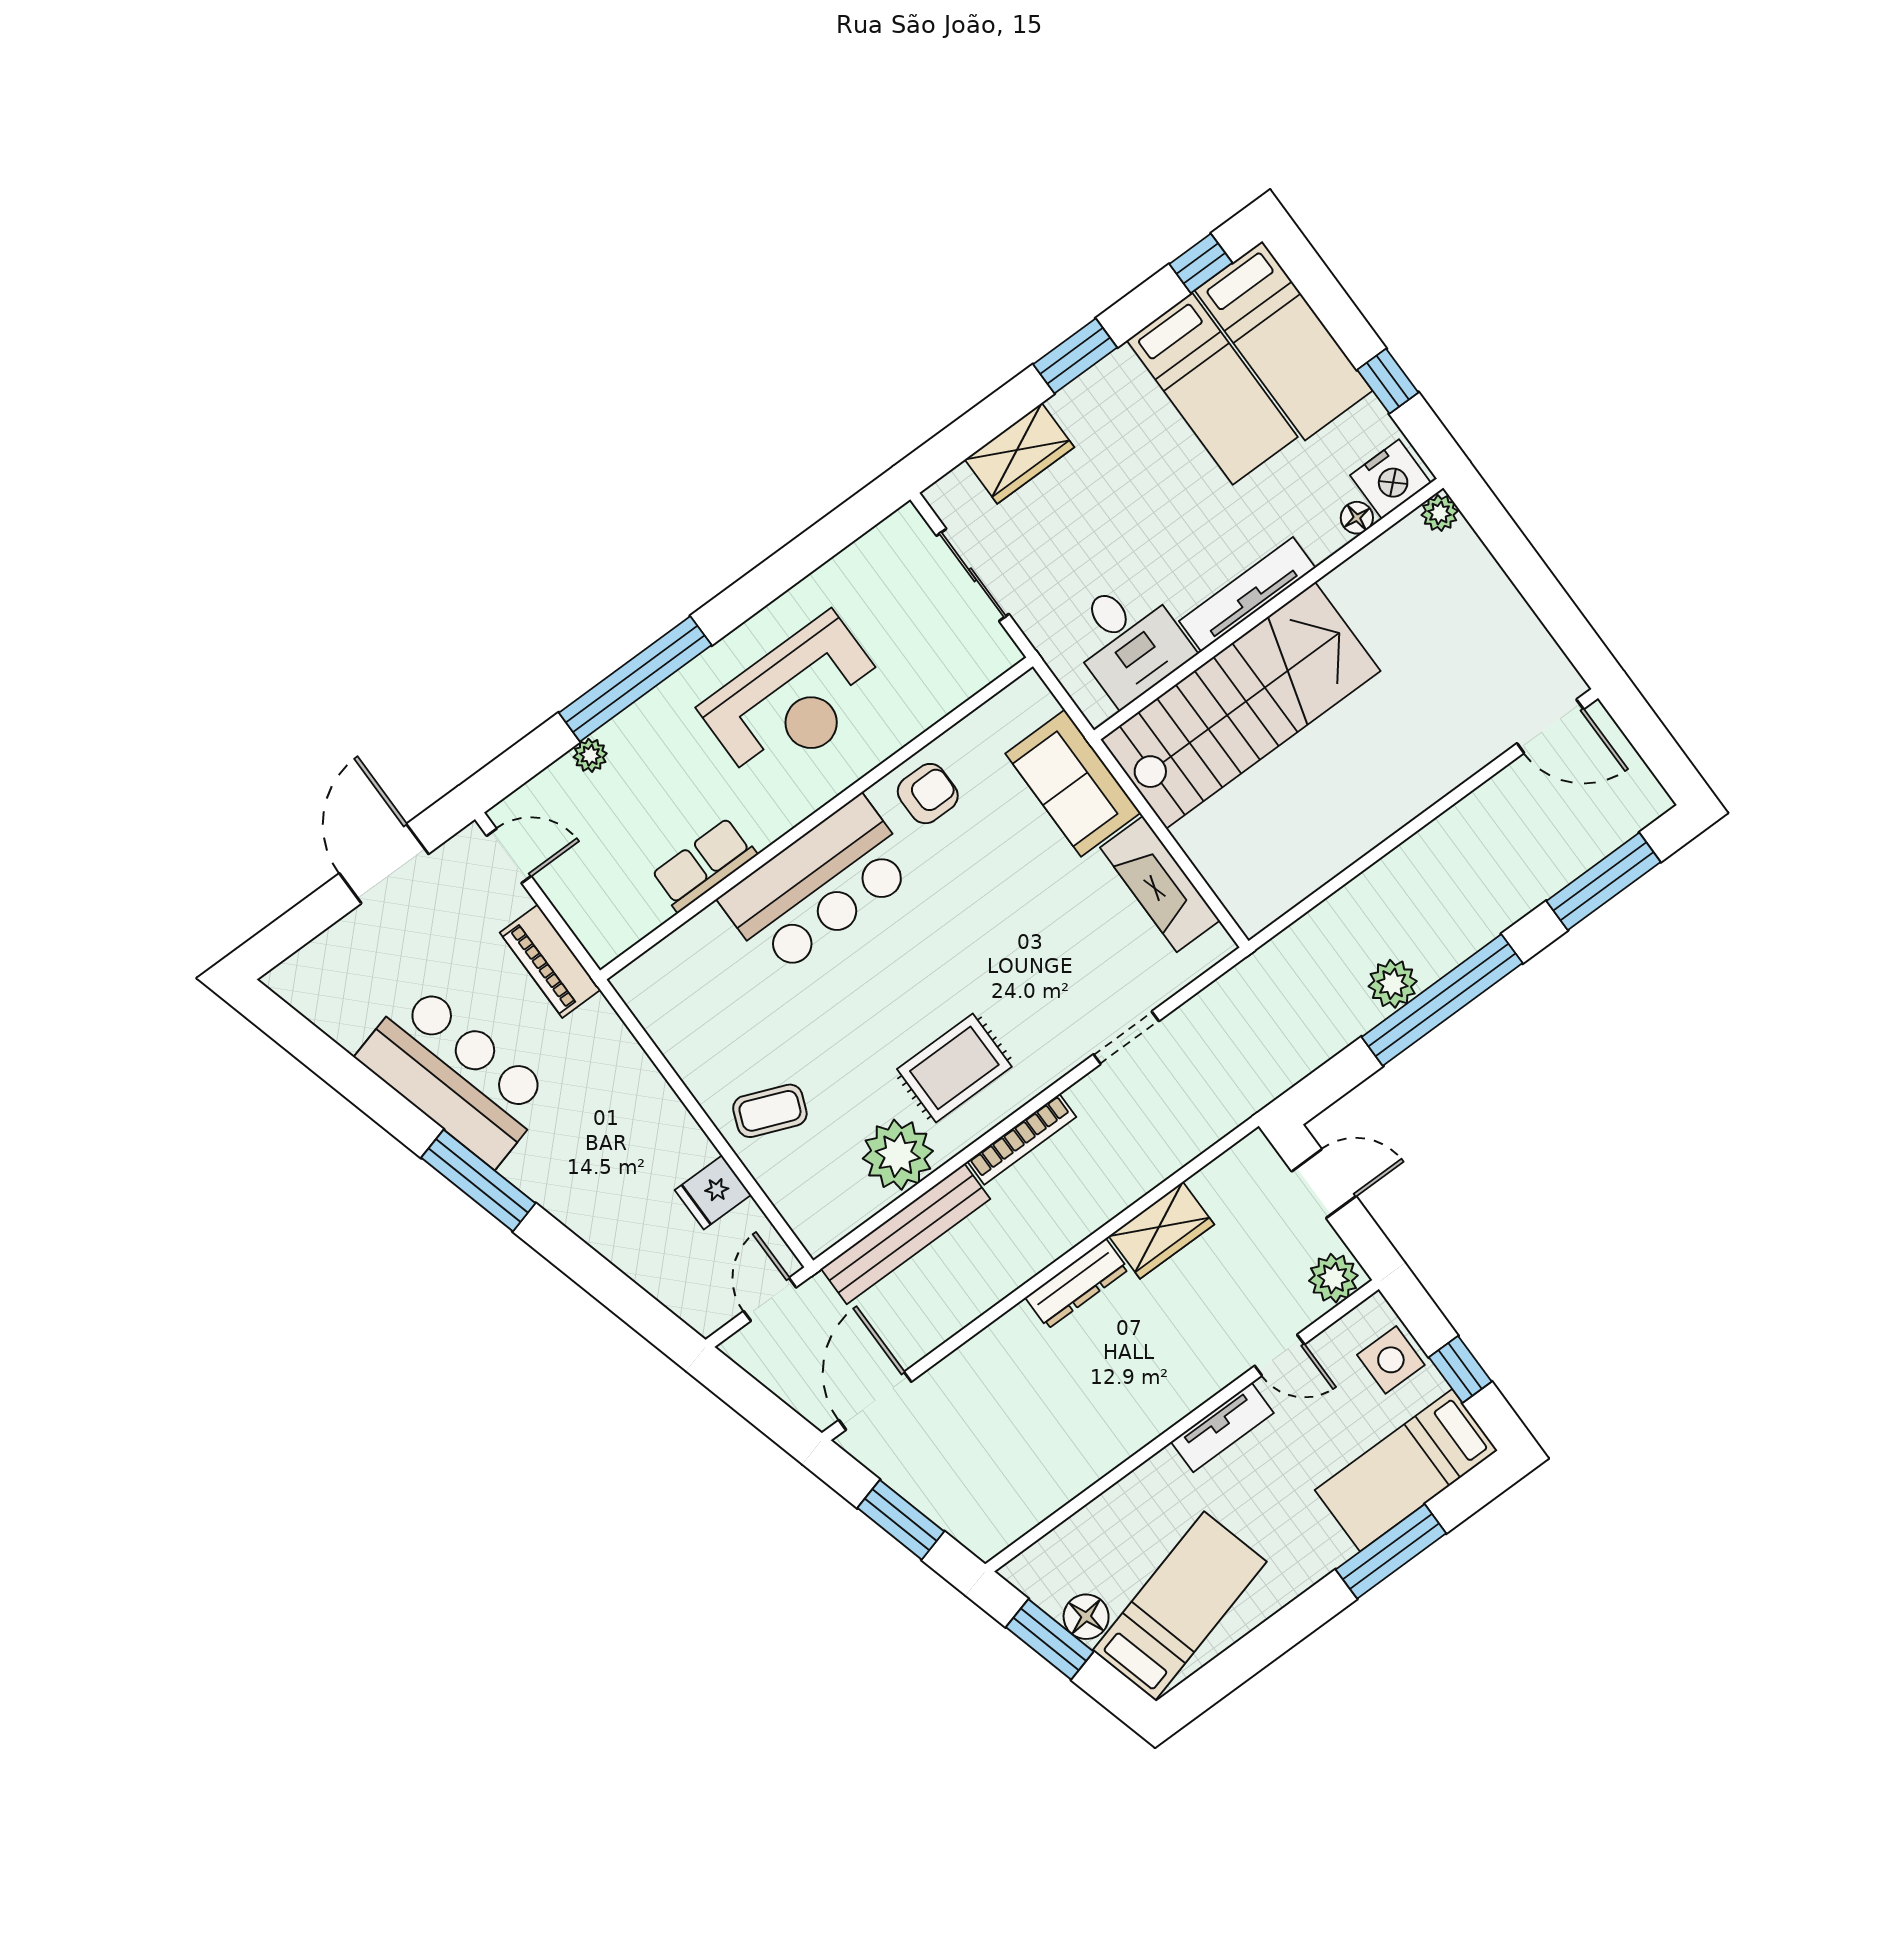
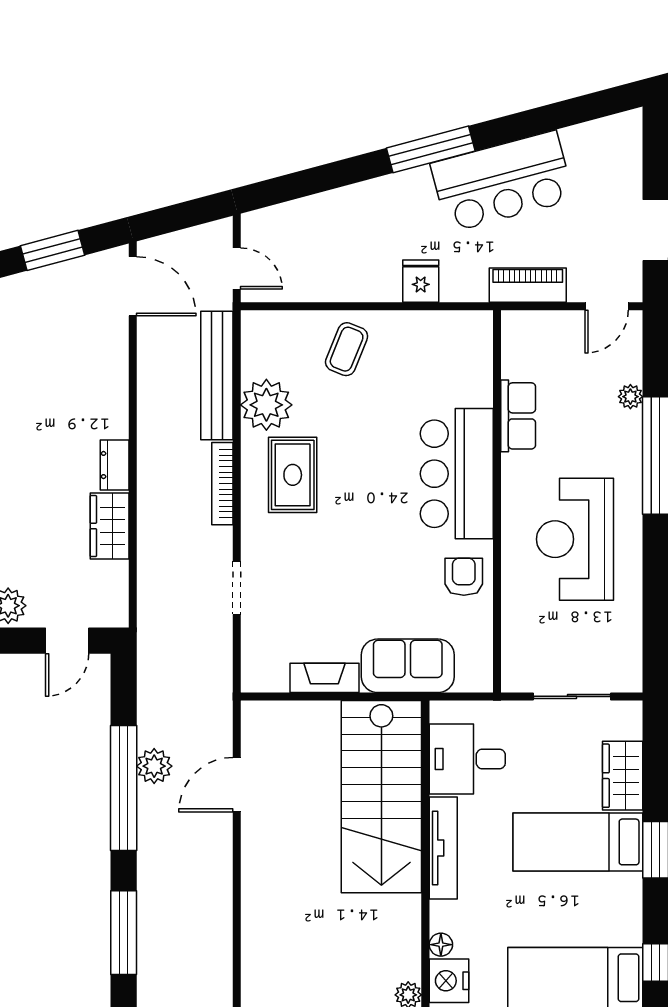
bed: (1212, 389) -> (578, 842), moved
door: (1550, 726) -> (237, 785), moved
armchair: (928, 794) -> (464, 577), turned 180
fireplace: (1160, 884) -> (324, 678), width x0.73, depth x0.76
fridge: (713, 1192) -> (421, 281), moved
dresser: (1077, 1284) -> (115, 465), width x0.70

